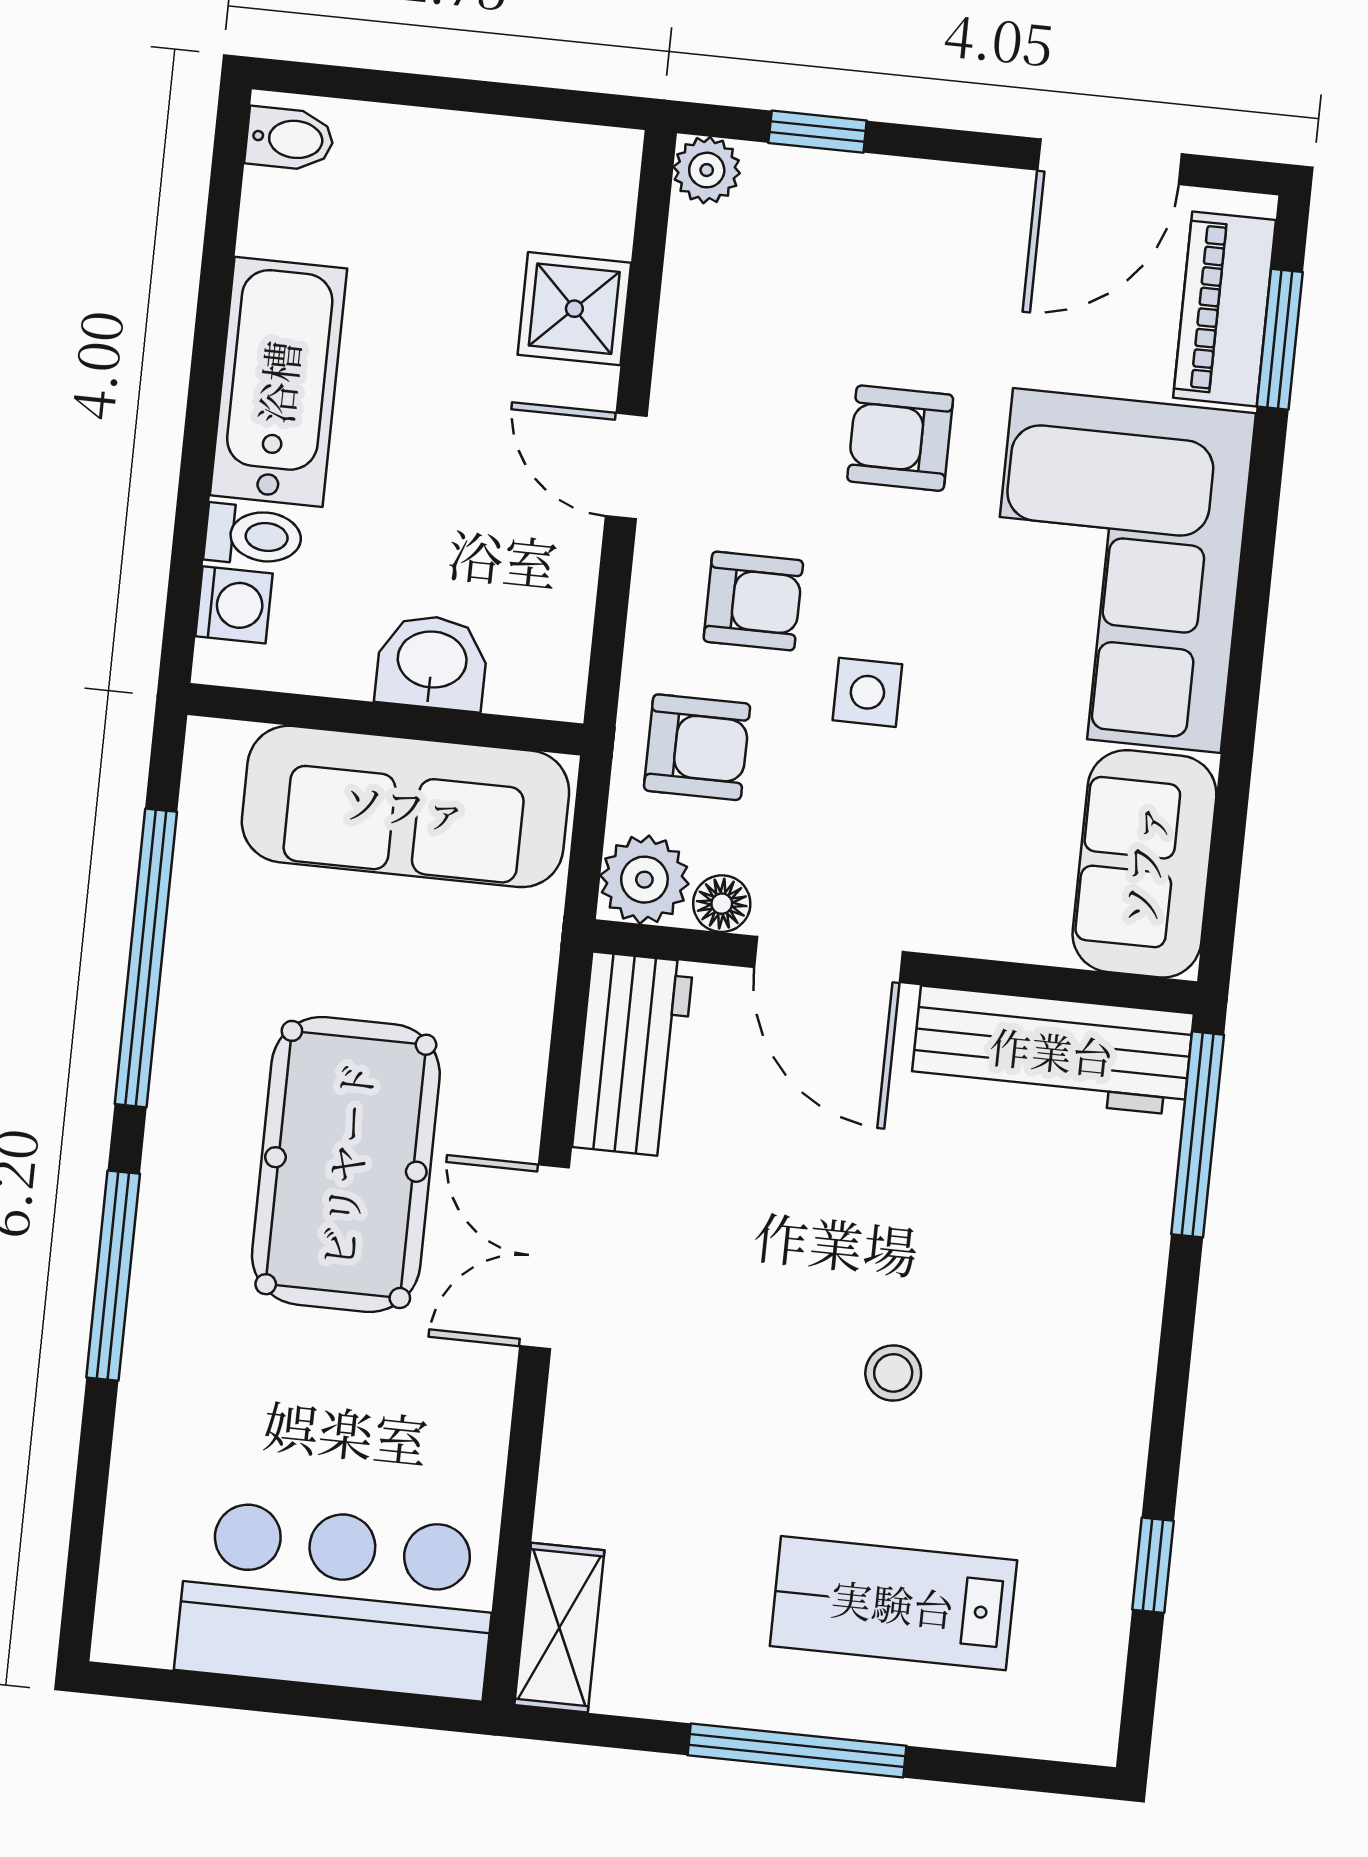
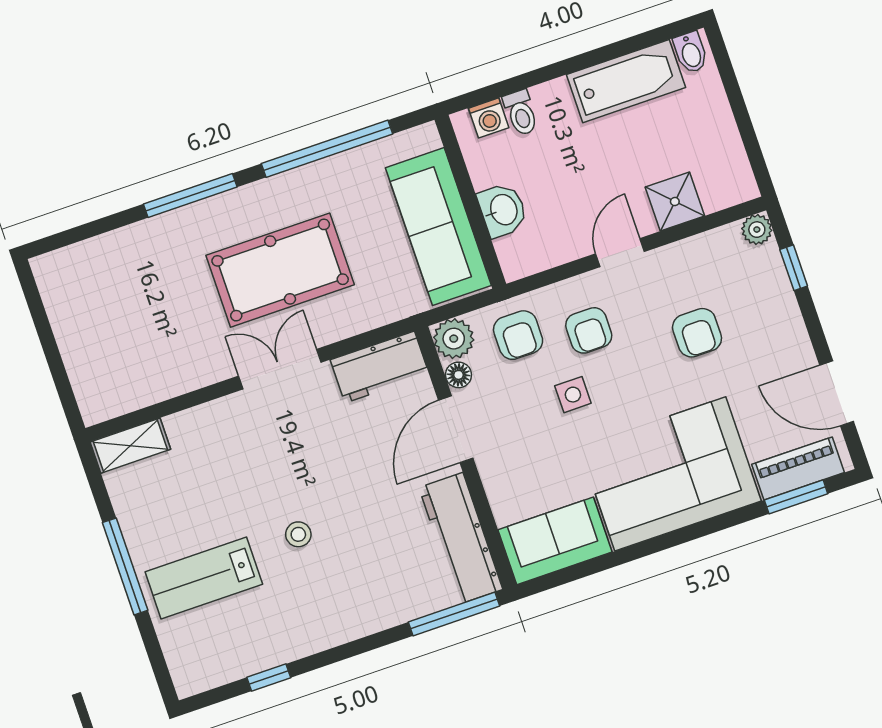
bathtub: (278, 382) -> (626, 81), moved
armchair: (900, 438) -> (697, 333), moved, turned 180
bar counter: (337, 1600) -> (100, 349), removed
lab bench: (893, 1603) -> (204, 578), turned -90

